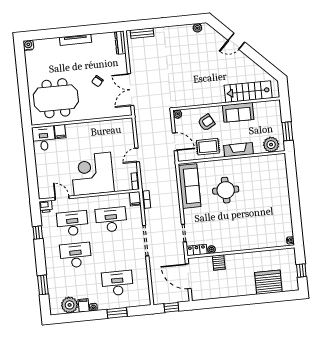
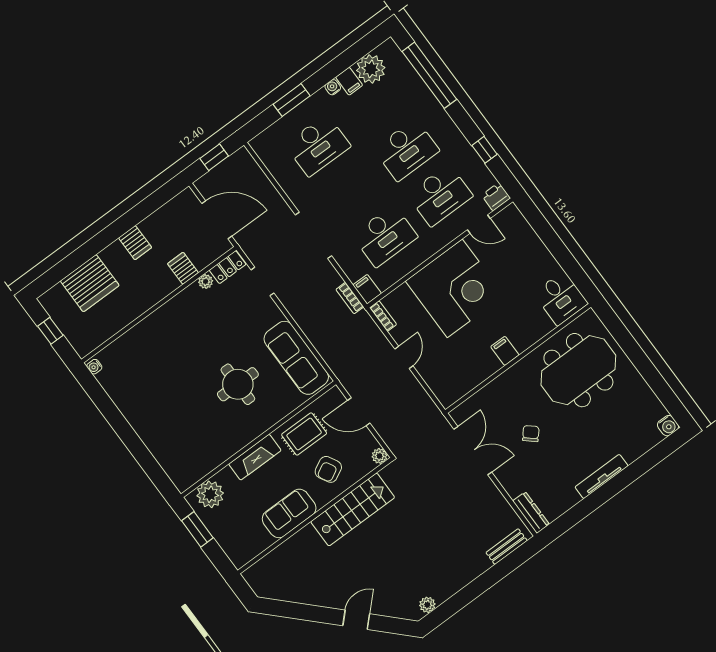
stairs: (248, 92) -> (353, 509), moved
filing cabinet: (60, 132) -> (505, 351), moved
window: (43, 285) -> (429, 75), width x2.11
server rack: (235, 289) -> (135, 243), added

